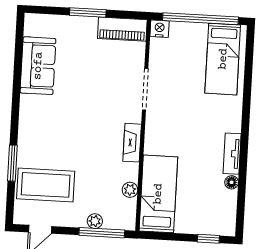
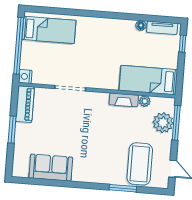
fireplace: (132, 143) -> (124, 100), moved
tv unit: (232, 154) -> (162, 28), moved
plant: (95, 221) -> (163, 123), width x1.88, depth x1.88

